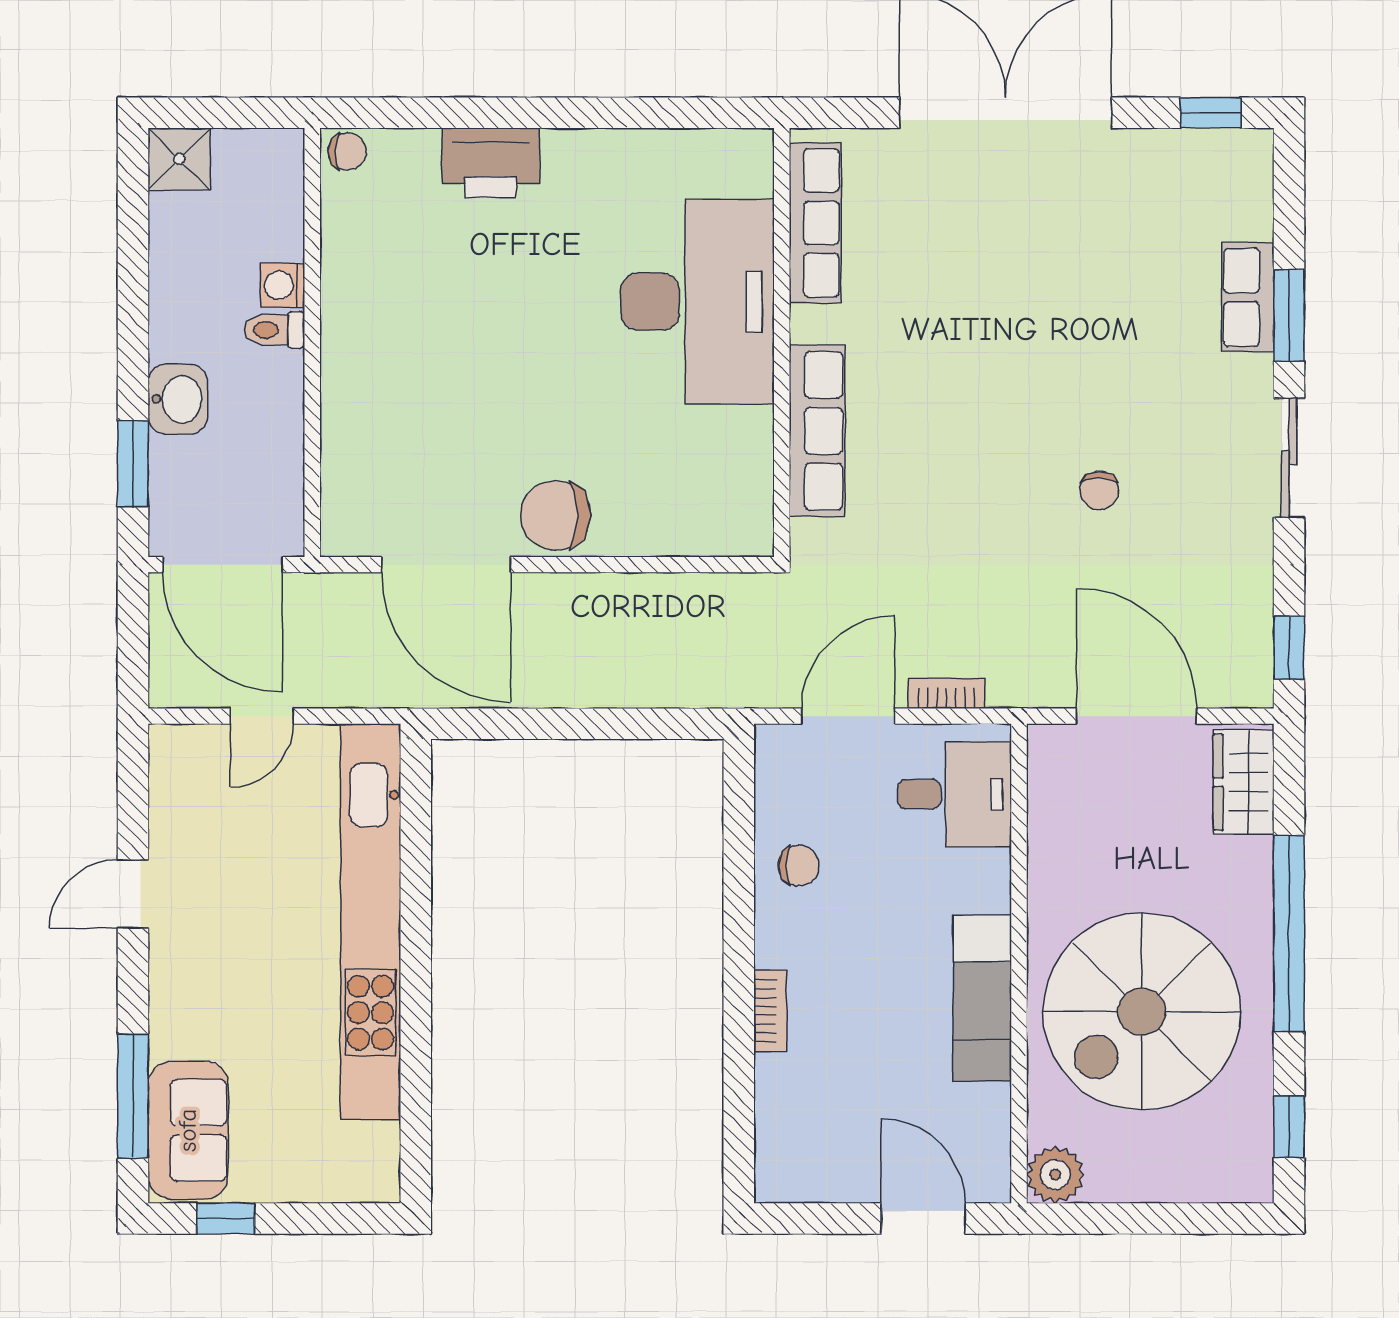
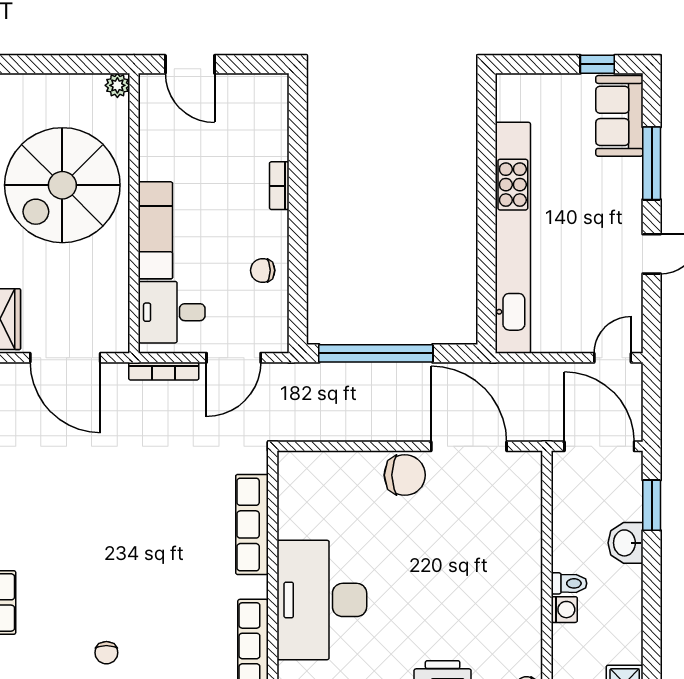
chair: (1099, 490) -> (106, 653), moved, turned 180
bookcase: (946, 693) -> (164, 371), width x1.56
door: (262, 716) -> (613, 358), moved
window: (605, 724) -> (376, 353), added
exam couch: (982, 998) -> (155, 230), moved
spiral stairs: (1142, 1012) -> (62, 185), turned 180
window: (133, 1096) -> (652, 163), moved
plant: (1055, 1175) -> (117, 85), width x0.73, depth x0.73

